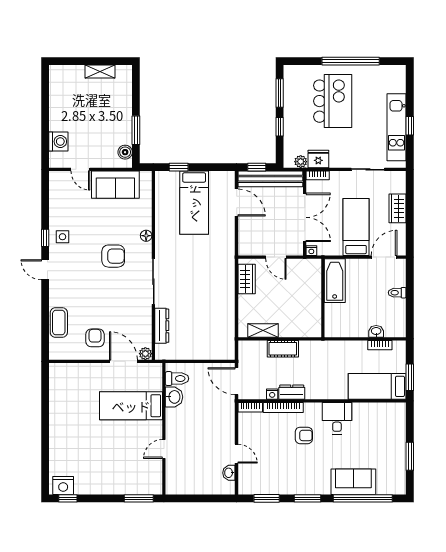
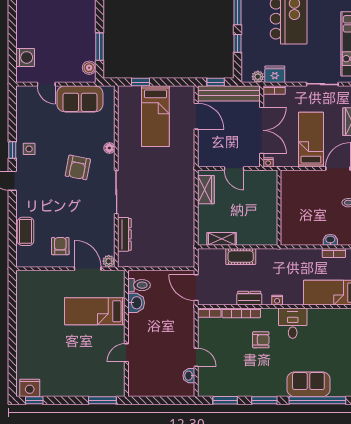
armchair: (113, 256) -> (78, 167), turned 101
bathtub: (335, 281) -> (290, 191), removed
nightstand: (272, 394) -> (277, 300), moved

